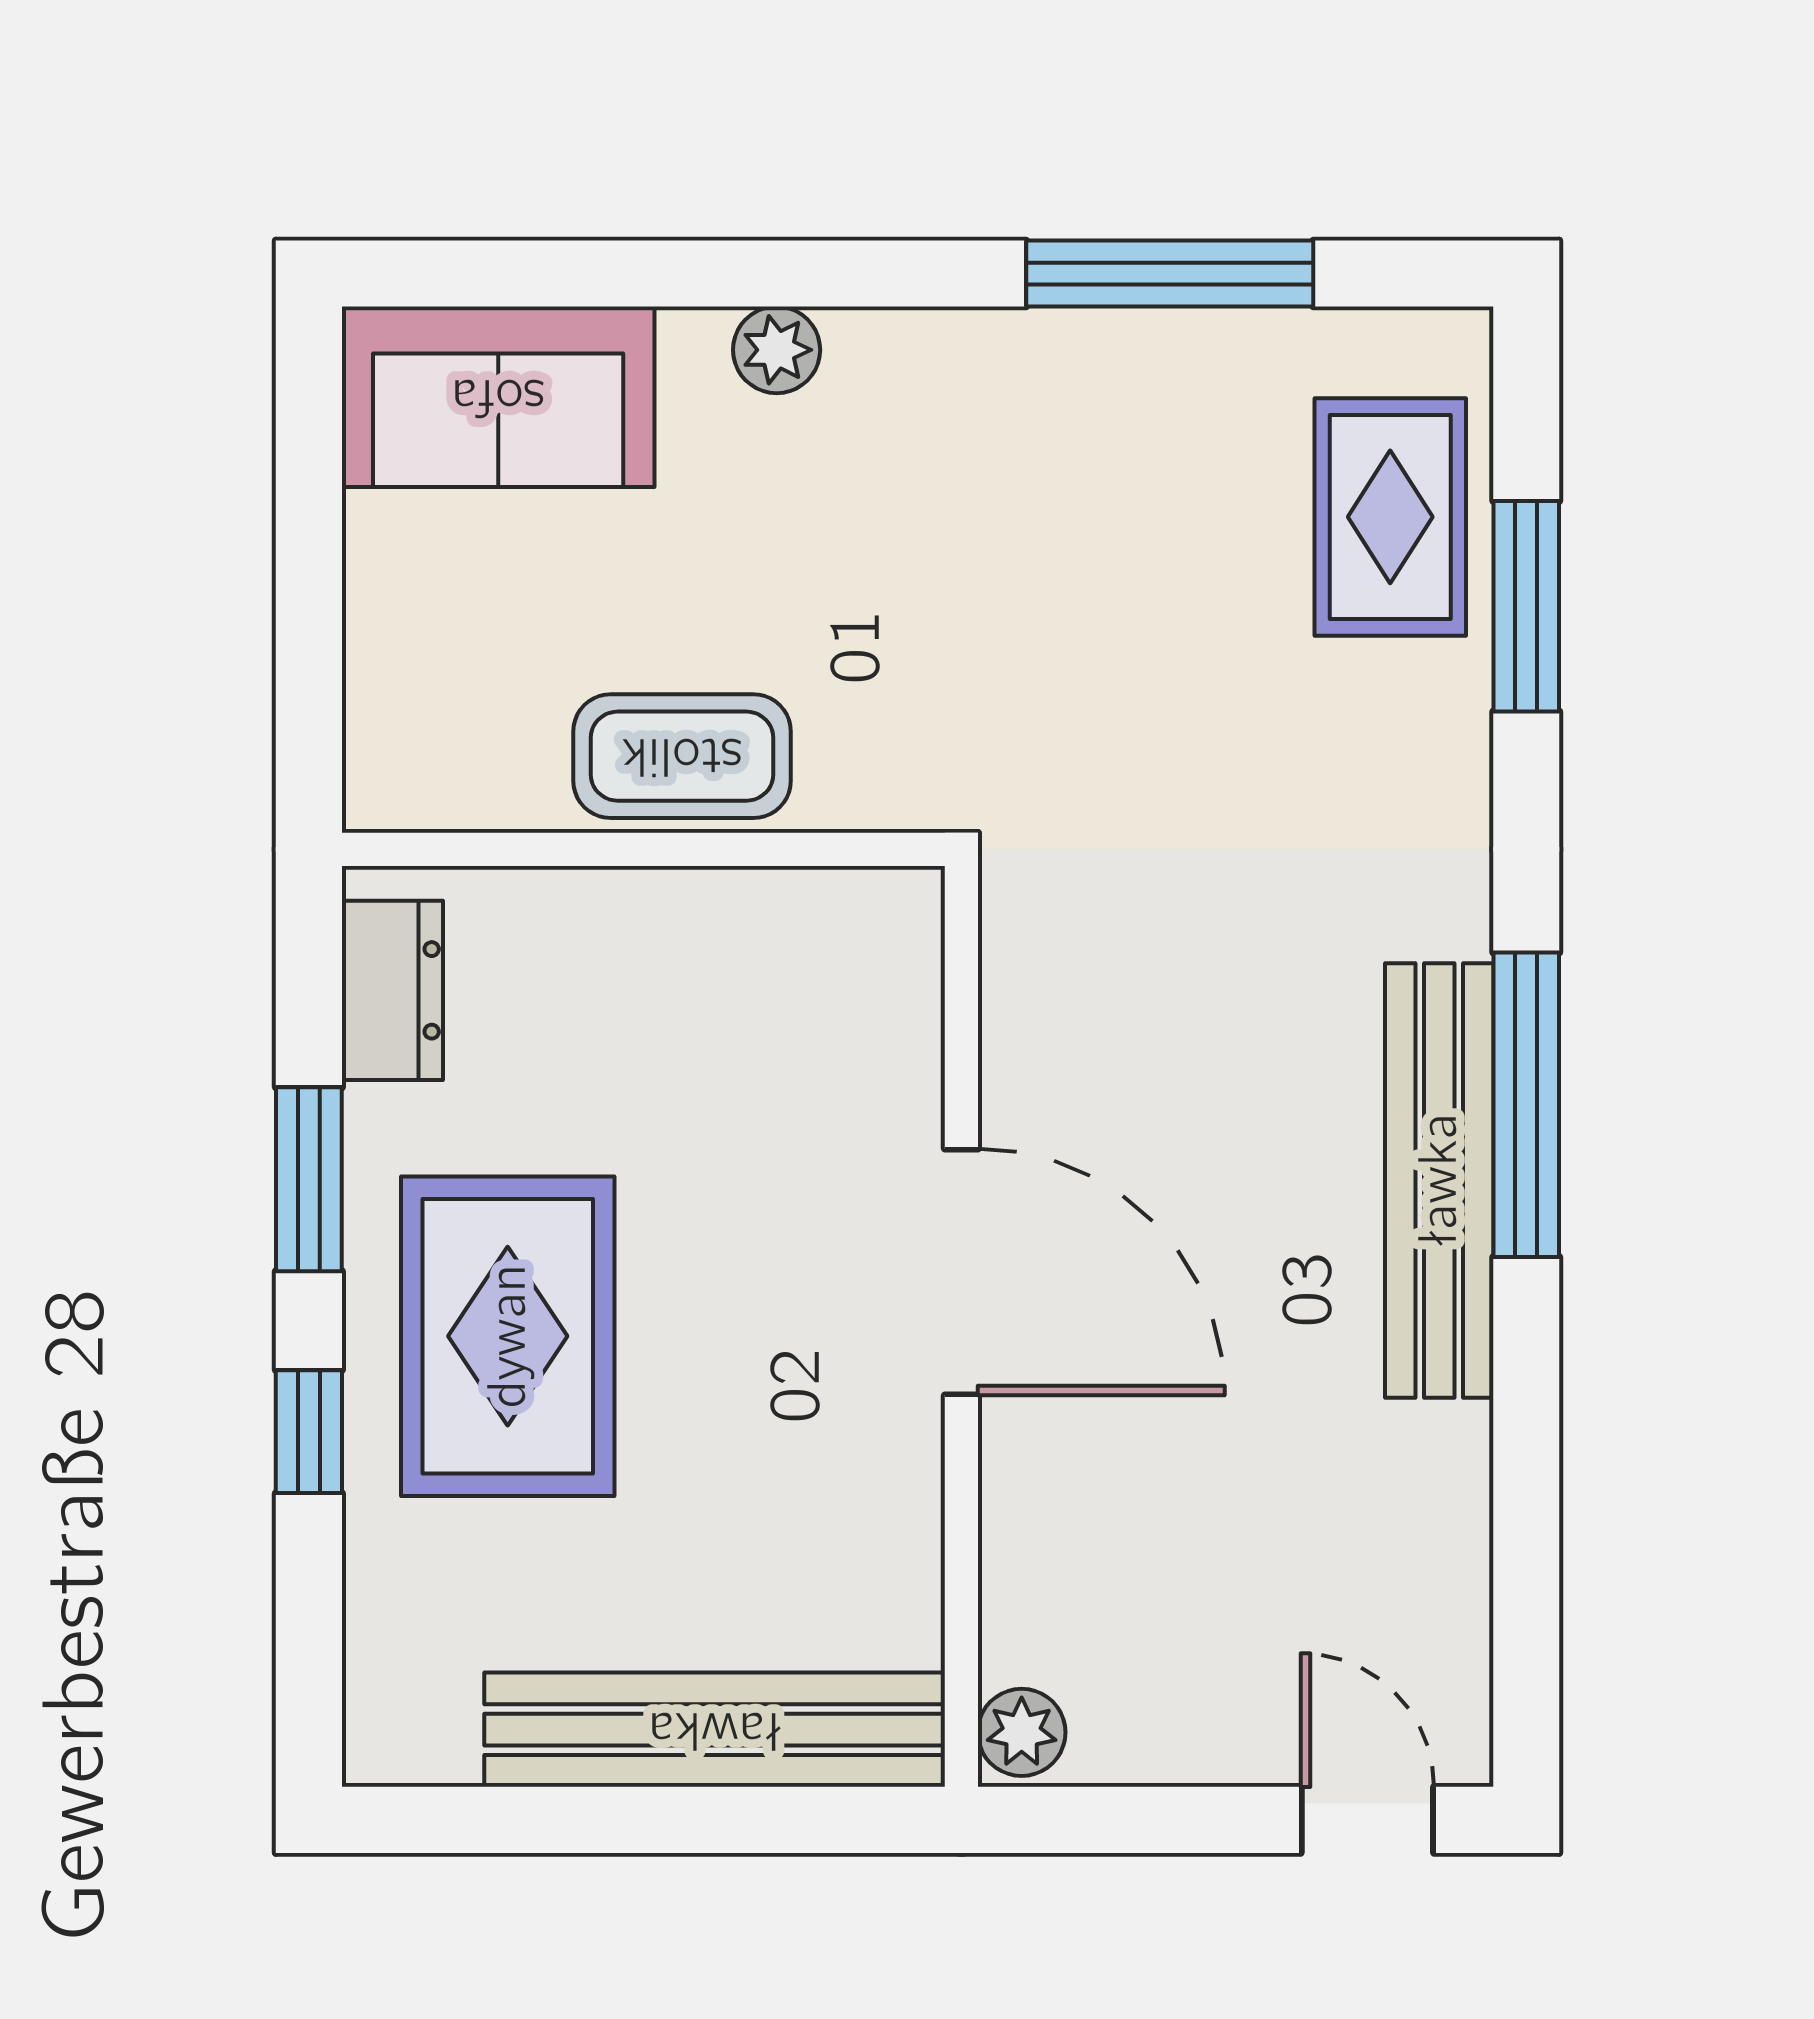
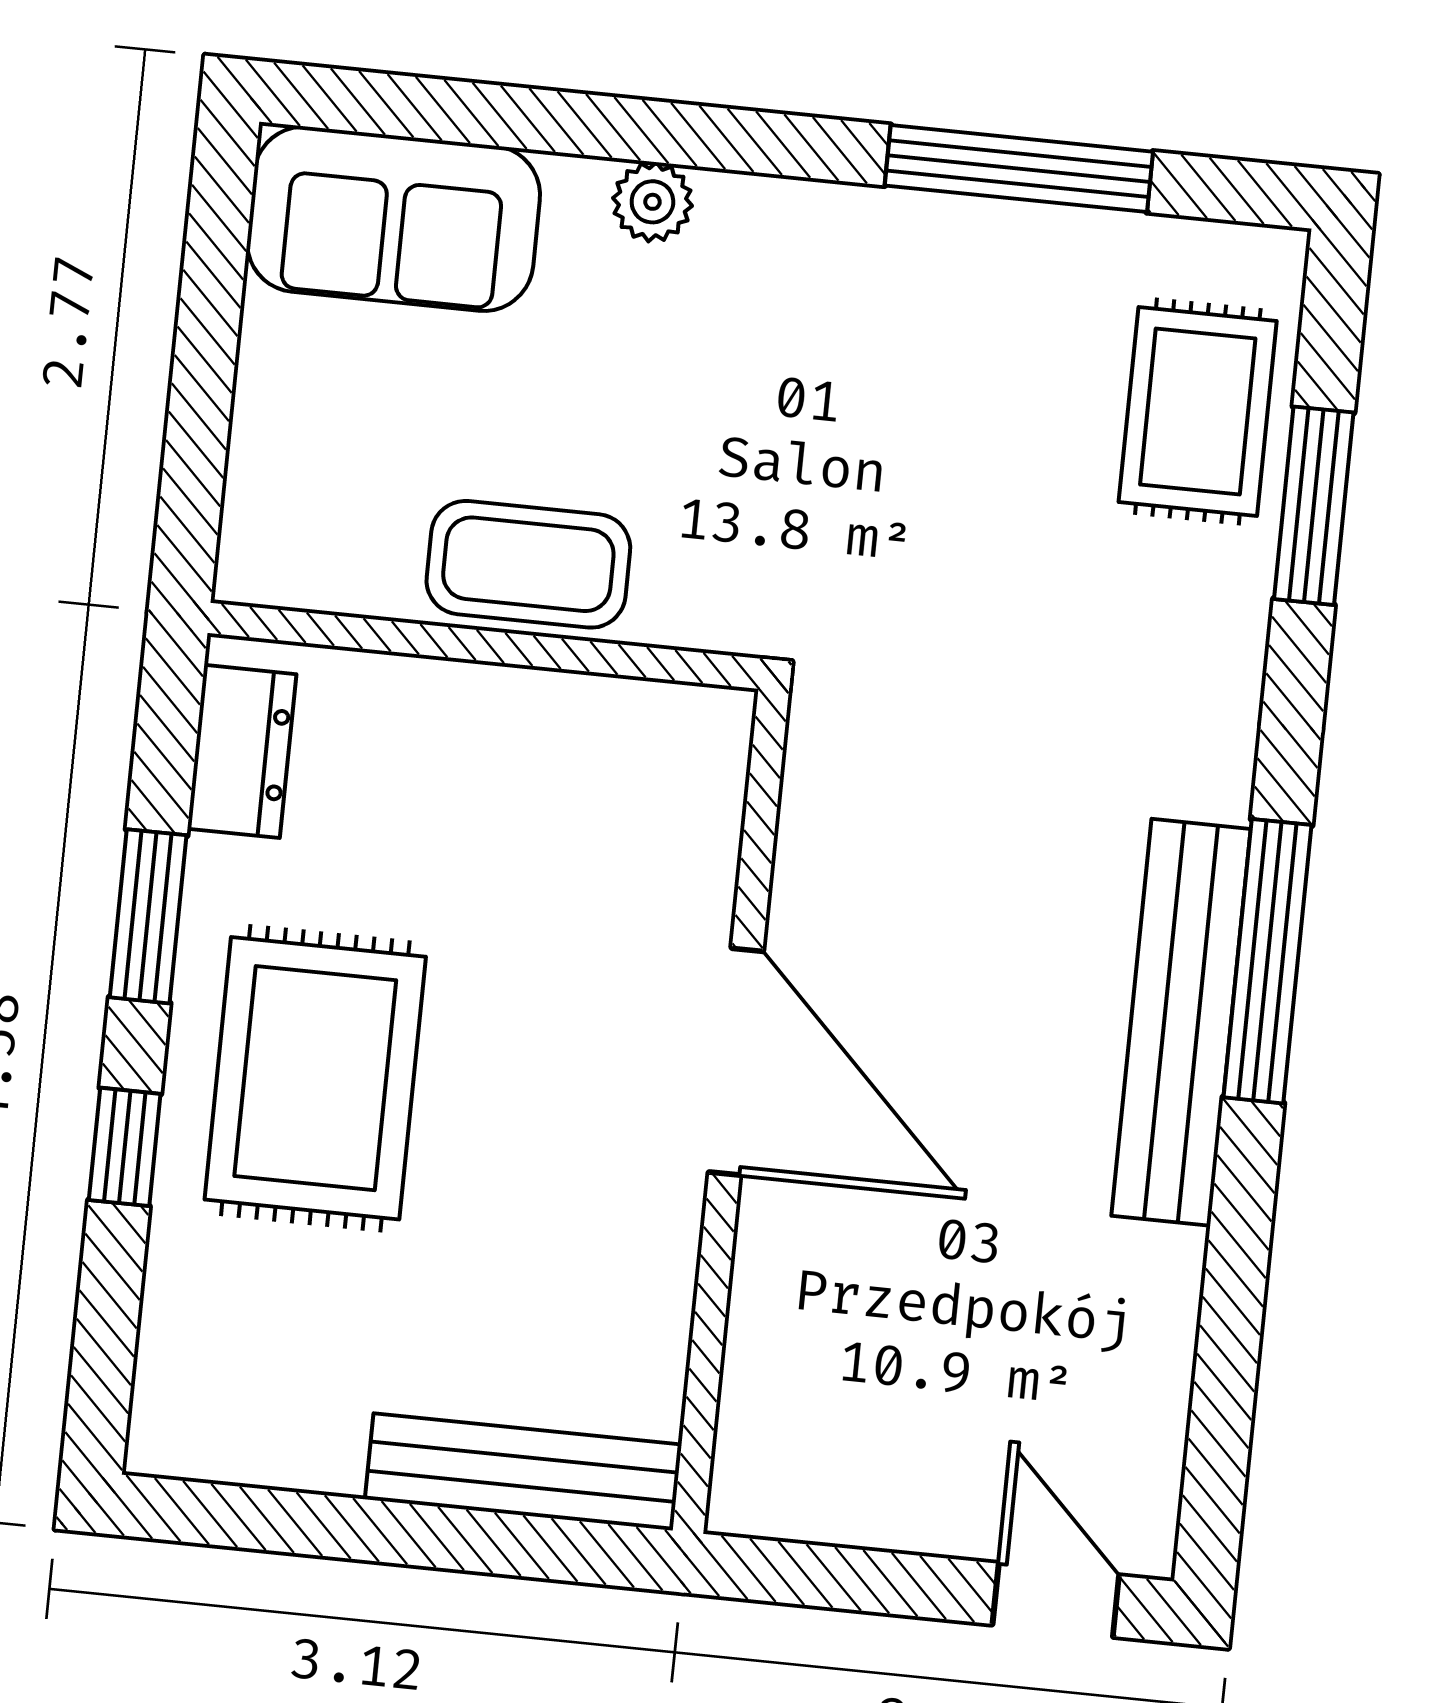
bench: (715, 1730) -> (523, 1472), width x0.73, depth x0.82
plant: (1022, 1732) -> (748, 1488), removed

